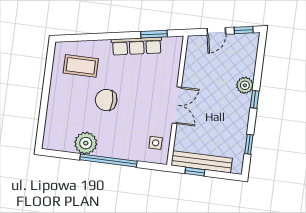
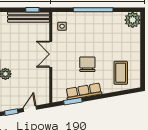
coffee table: (81, 66) -> (121, 73), turned 90
chair: (106, 100) -> (87, 64), moved, turned -90
plant: (86, 143) -> (133, 20), moved

